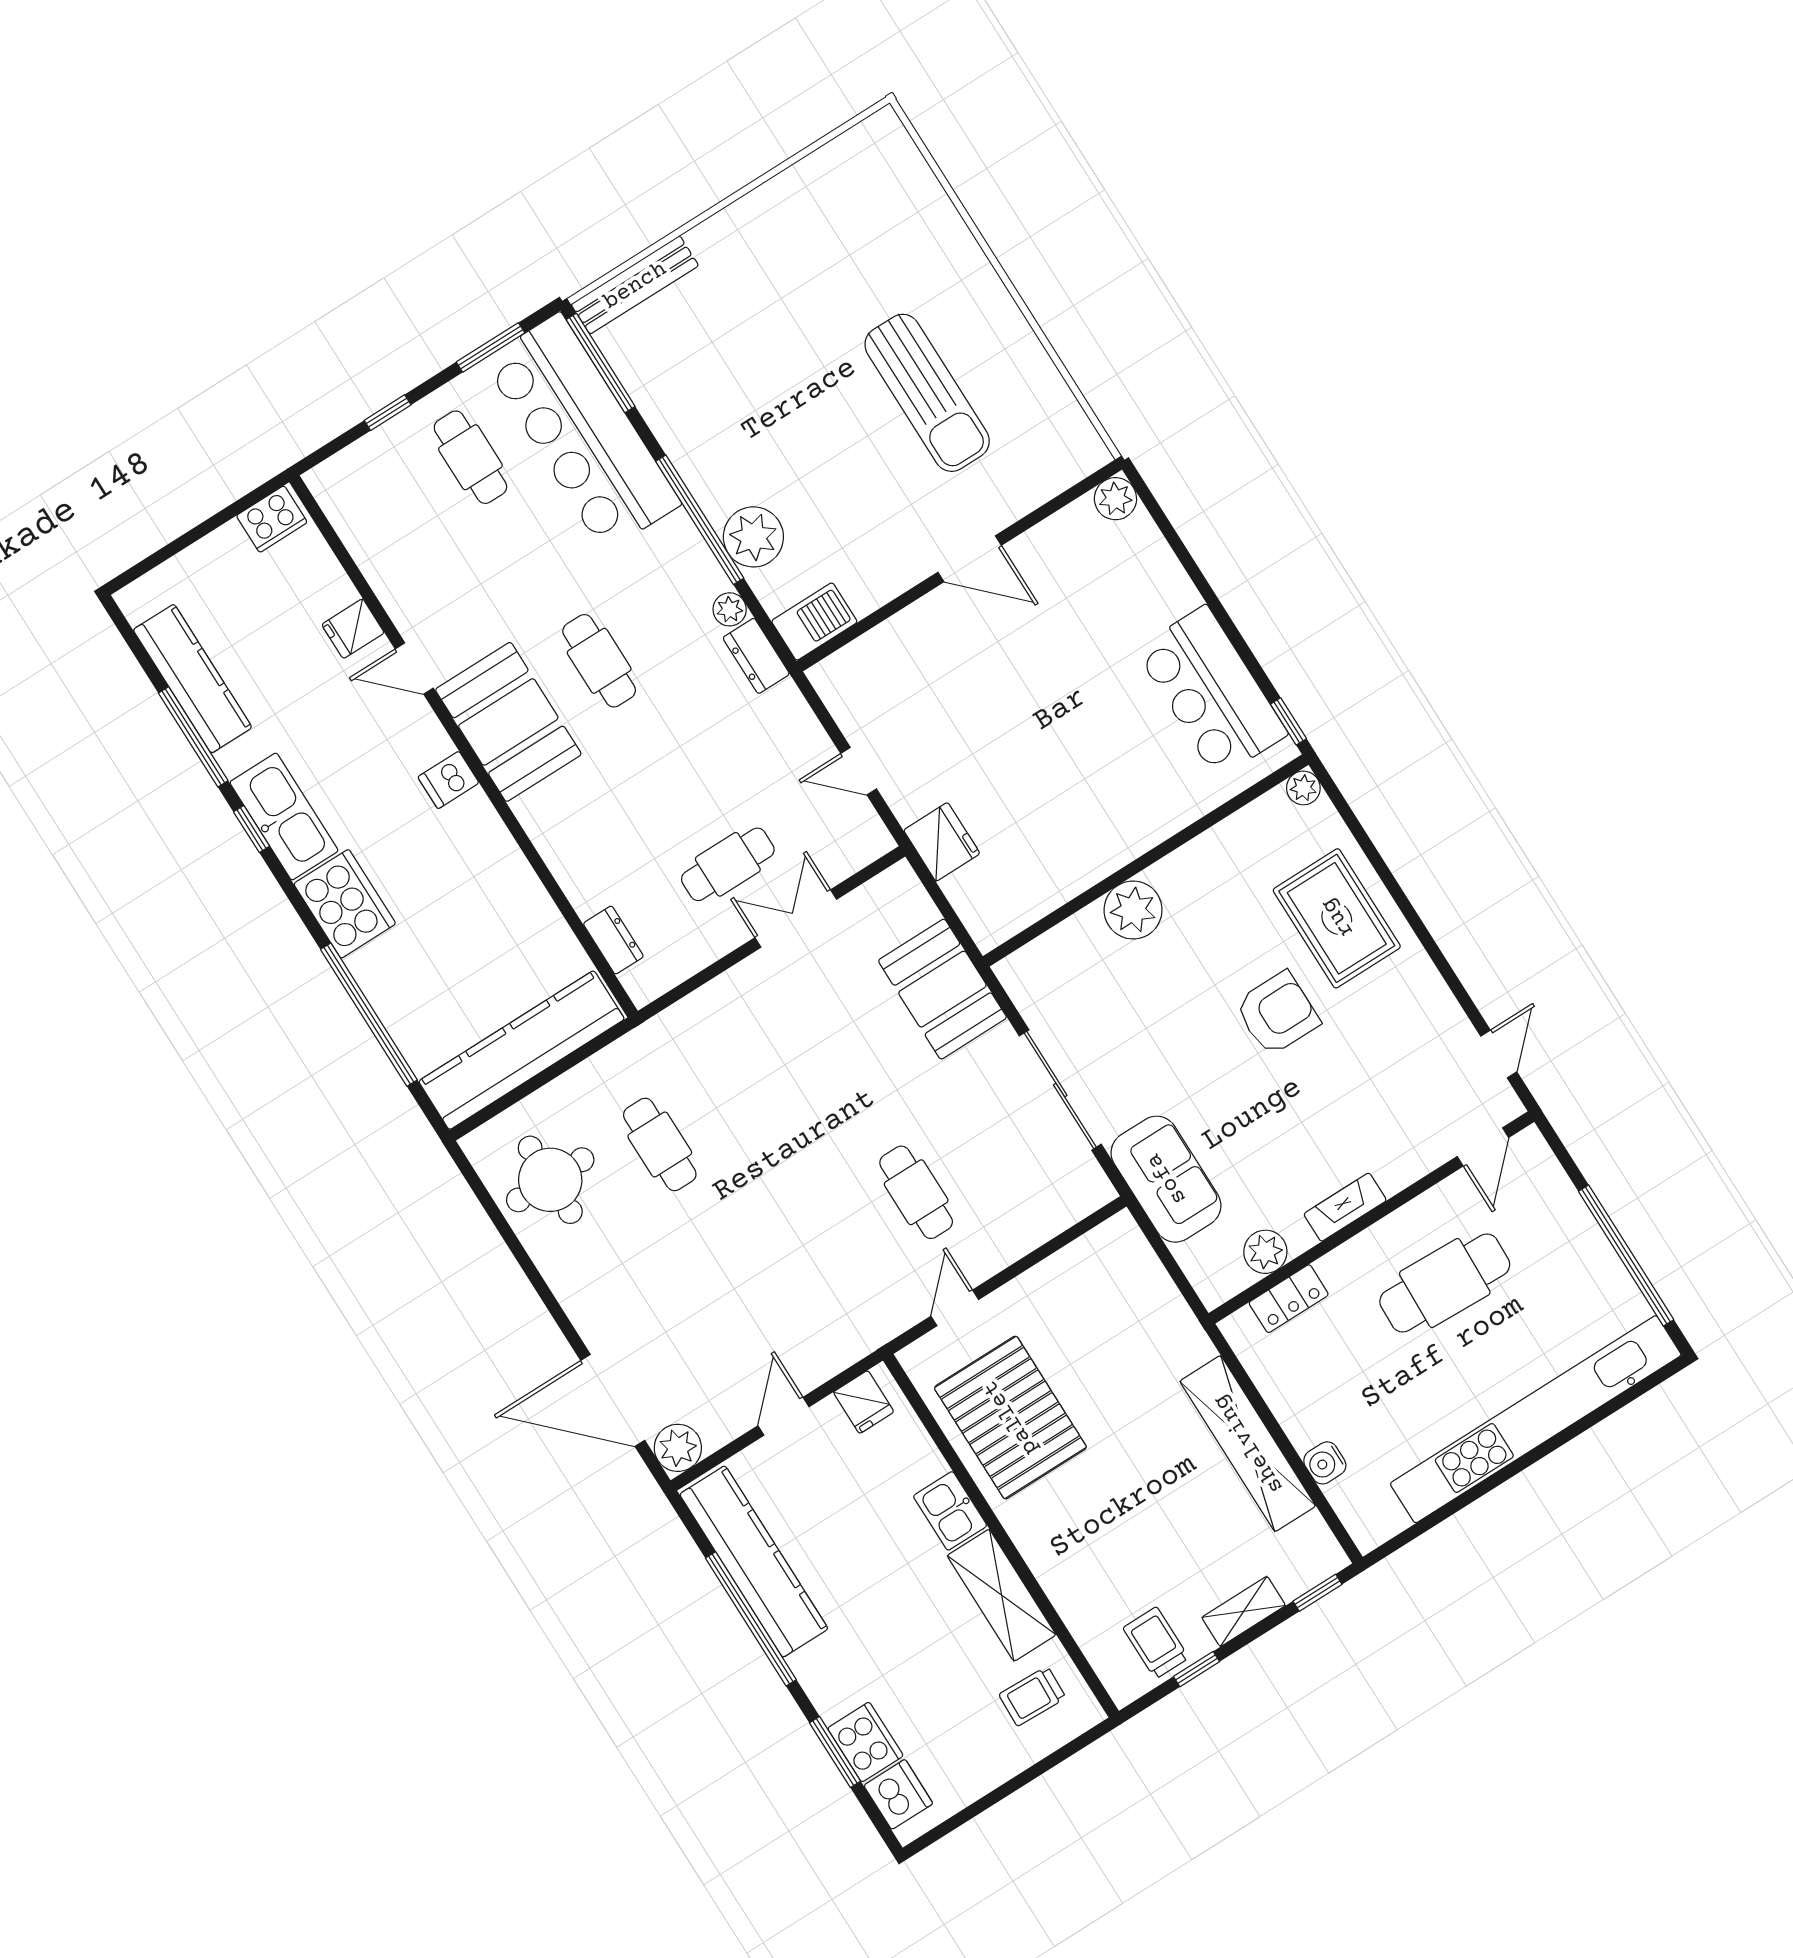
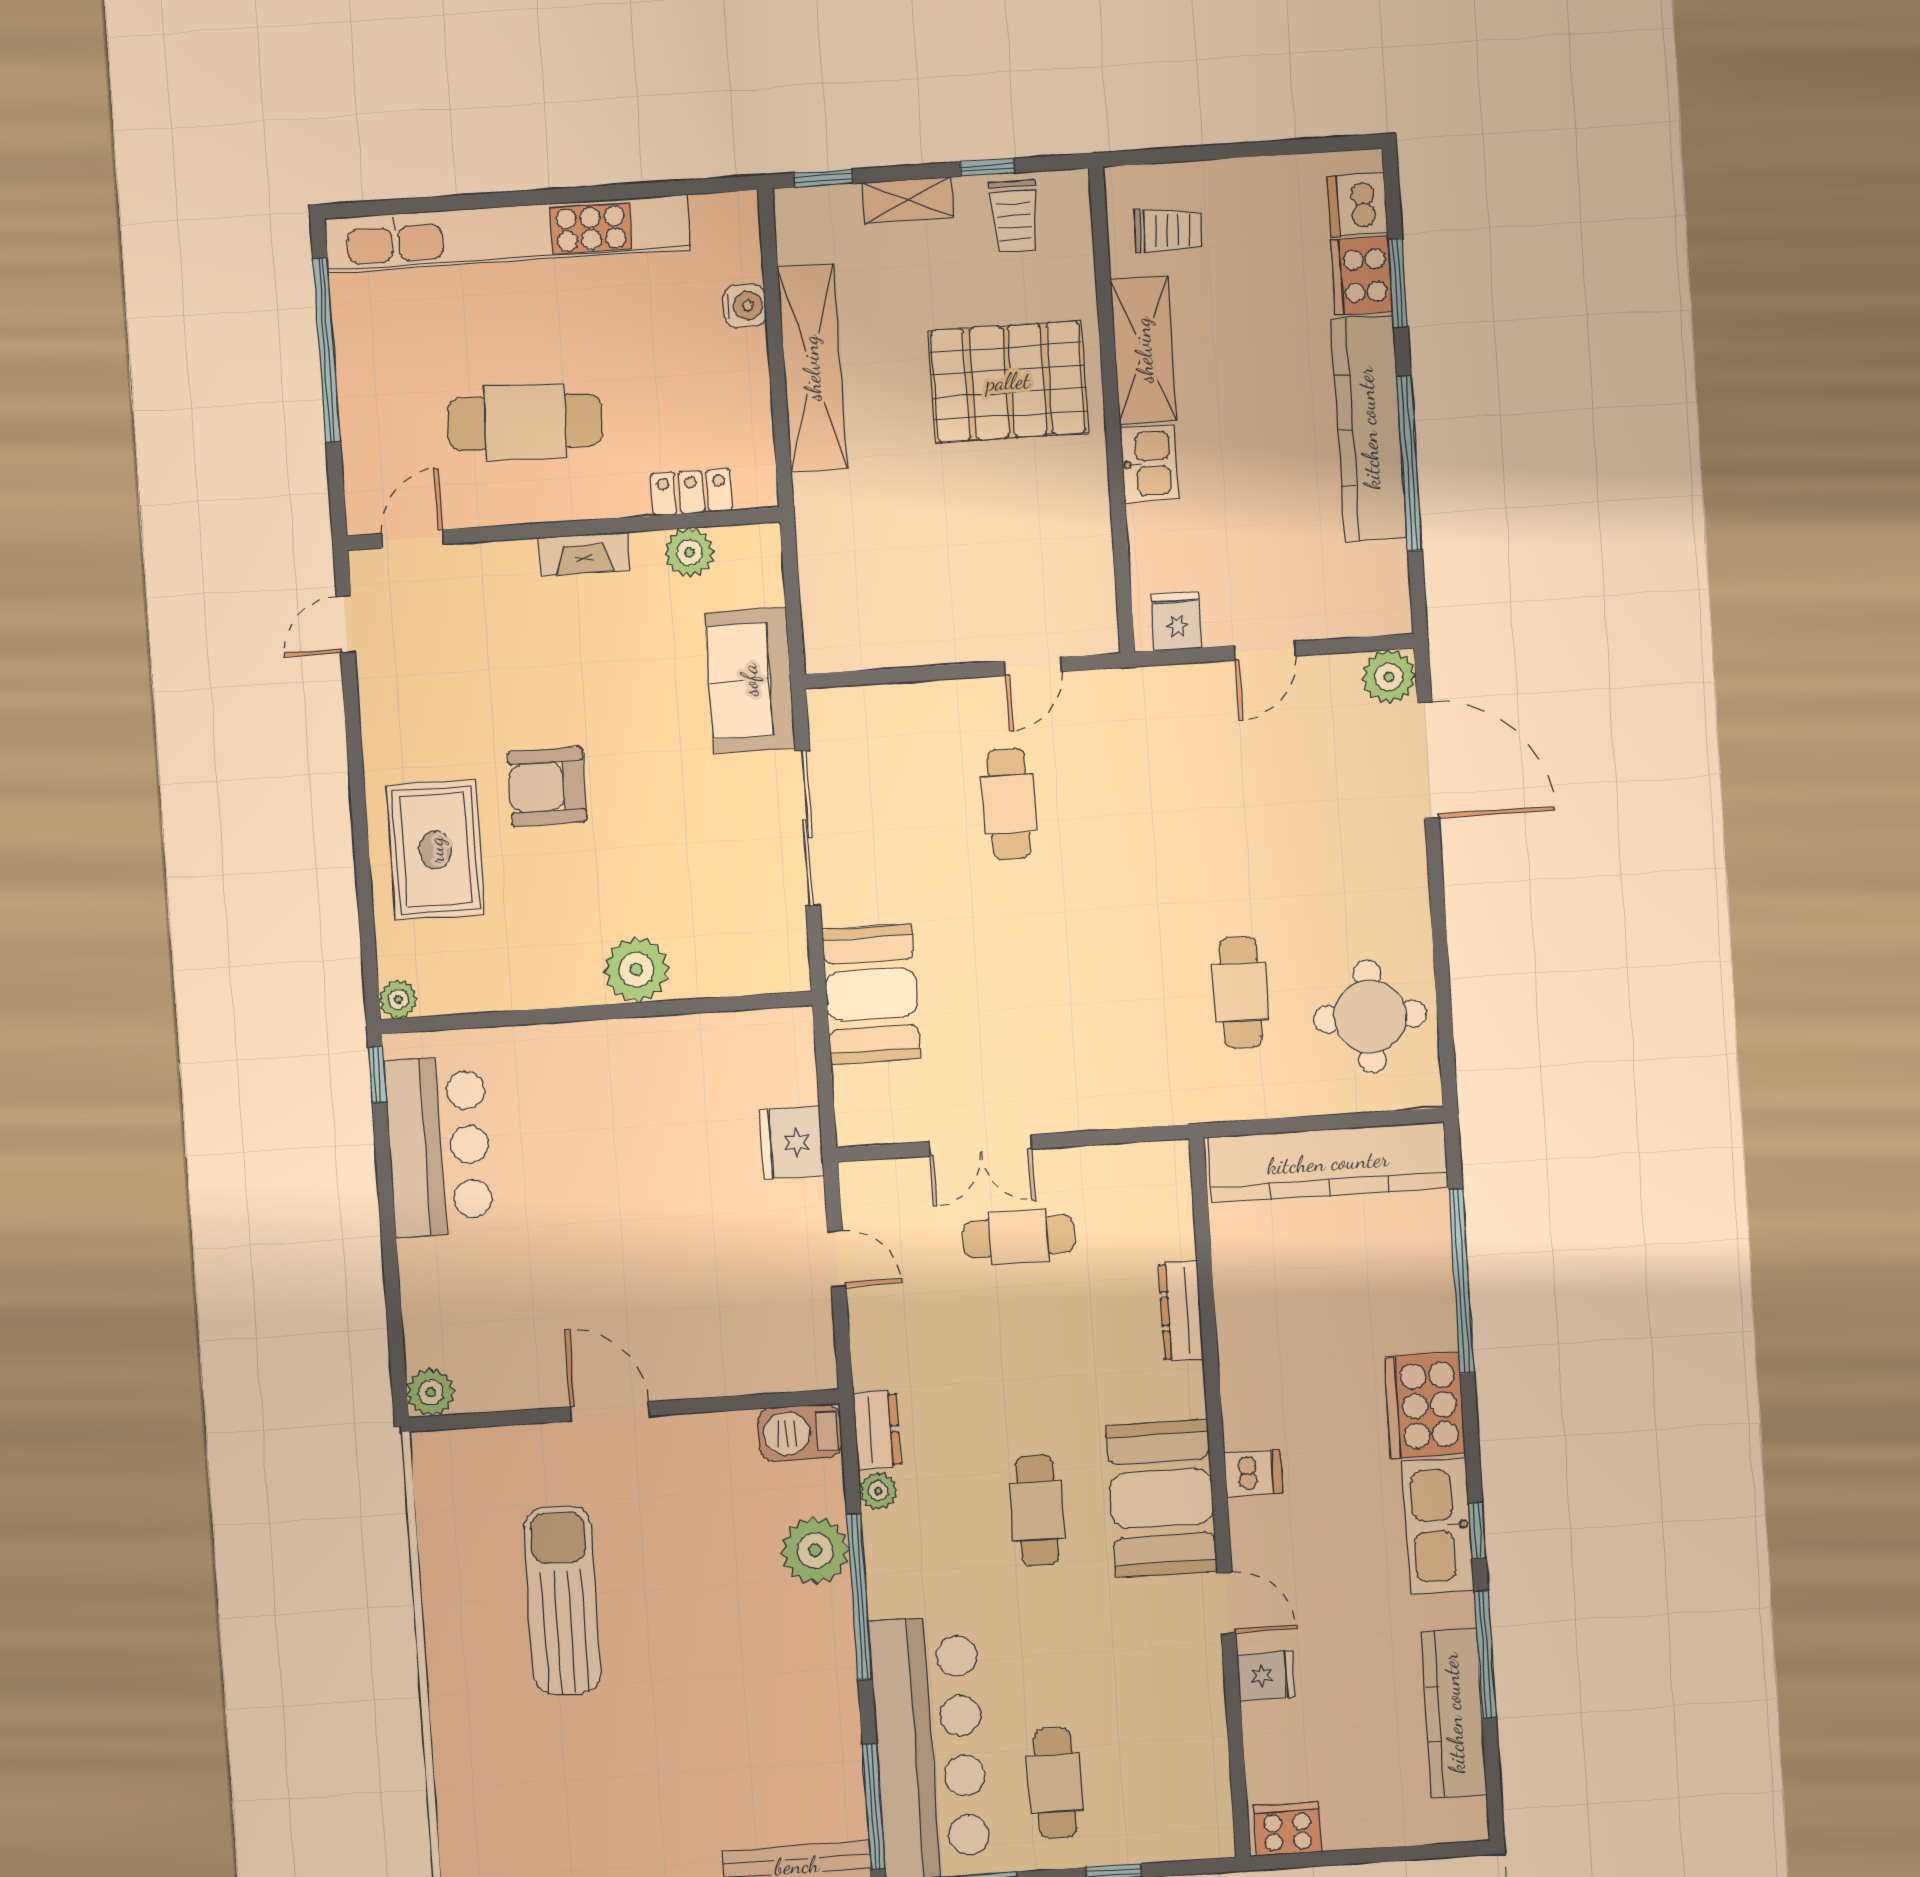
dresser: (613, 940) -> (1181, 1311), moved, width x1.44
pallet: (1010, 1418) -> (1008, 382), moved, turned 90
kitchen counter: (754, 1561) -> (1369, 428), moved

